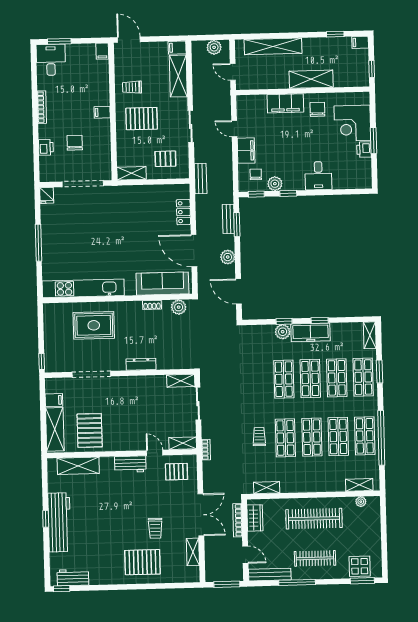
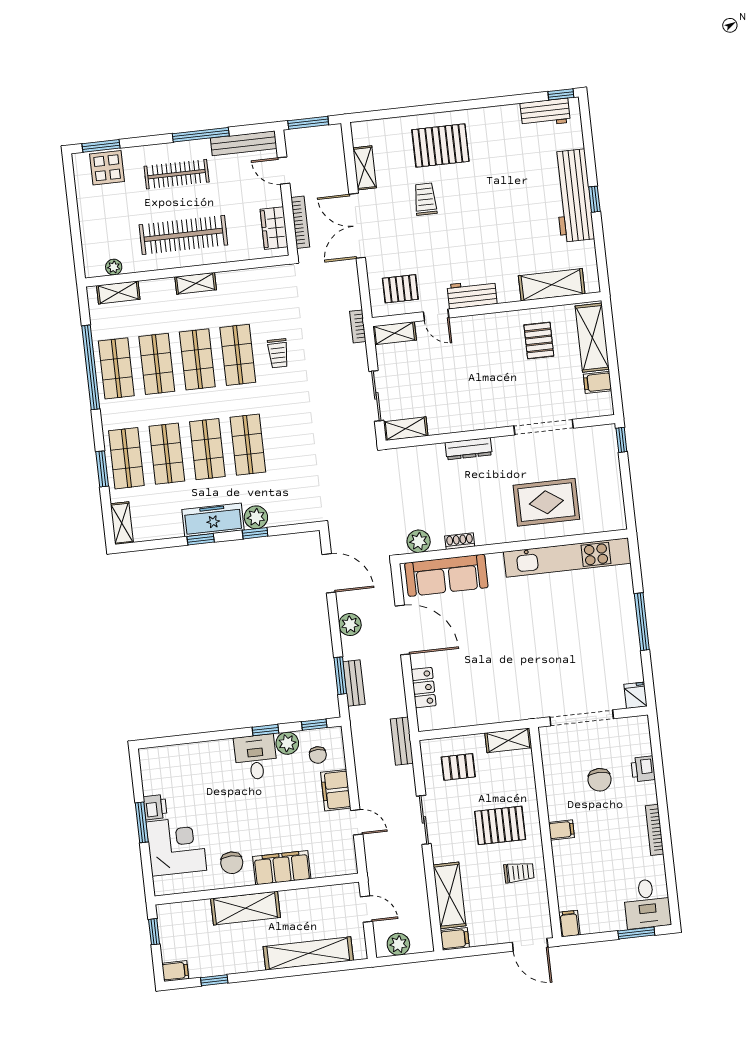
desk: (318, 176) -> (256, 757), moved
pallet: (90, 430) -> (539, 340), width x0.67, depth x0.71
shelving: (267, 488) -> (196, 283), moved

